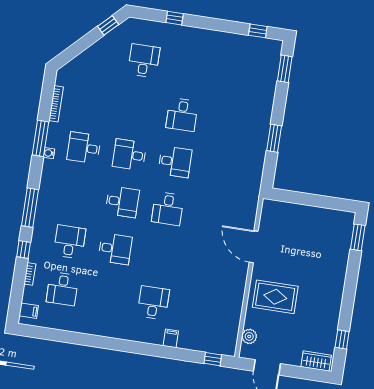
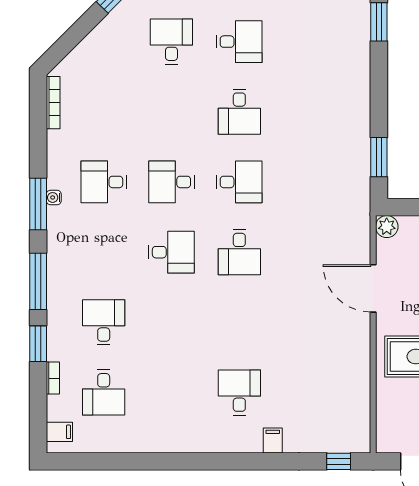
bookcase: (56, 104) -> (53, 103), moved
window: (41, 138) -> (38, 204), moved
window: (274, 138) -> (379, 157), moved
window: (24, 249) -> (38, 344), width x1.50
desk: (115, 249) -> (239, 42), moved
plant: (249, 336) -> (387, 227), moved

